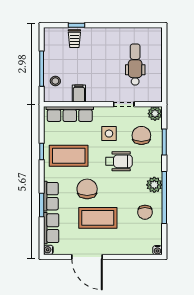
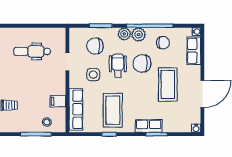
plant: (155, 114) -> (124, 34), moved
chair: (87, 189) -> (142, 63), moved
row of seats: (51, 228) -> (194, 51), moved, turned -90

